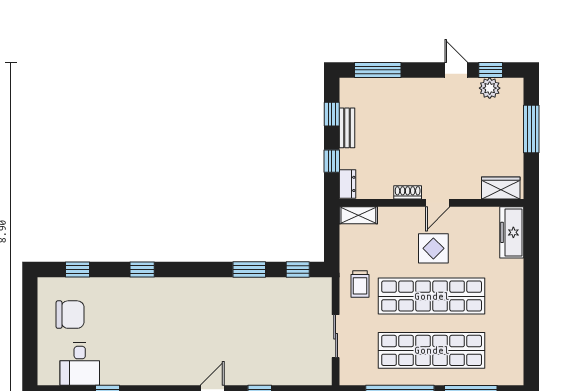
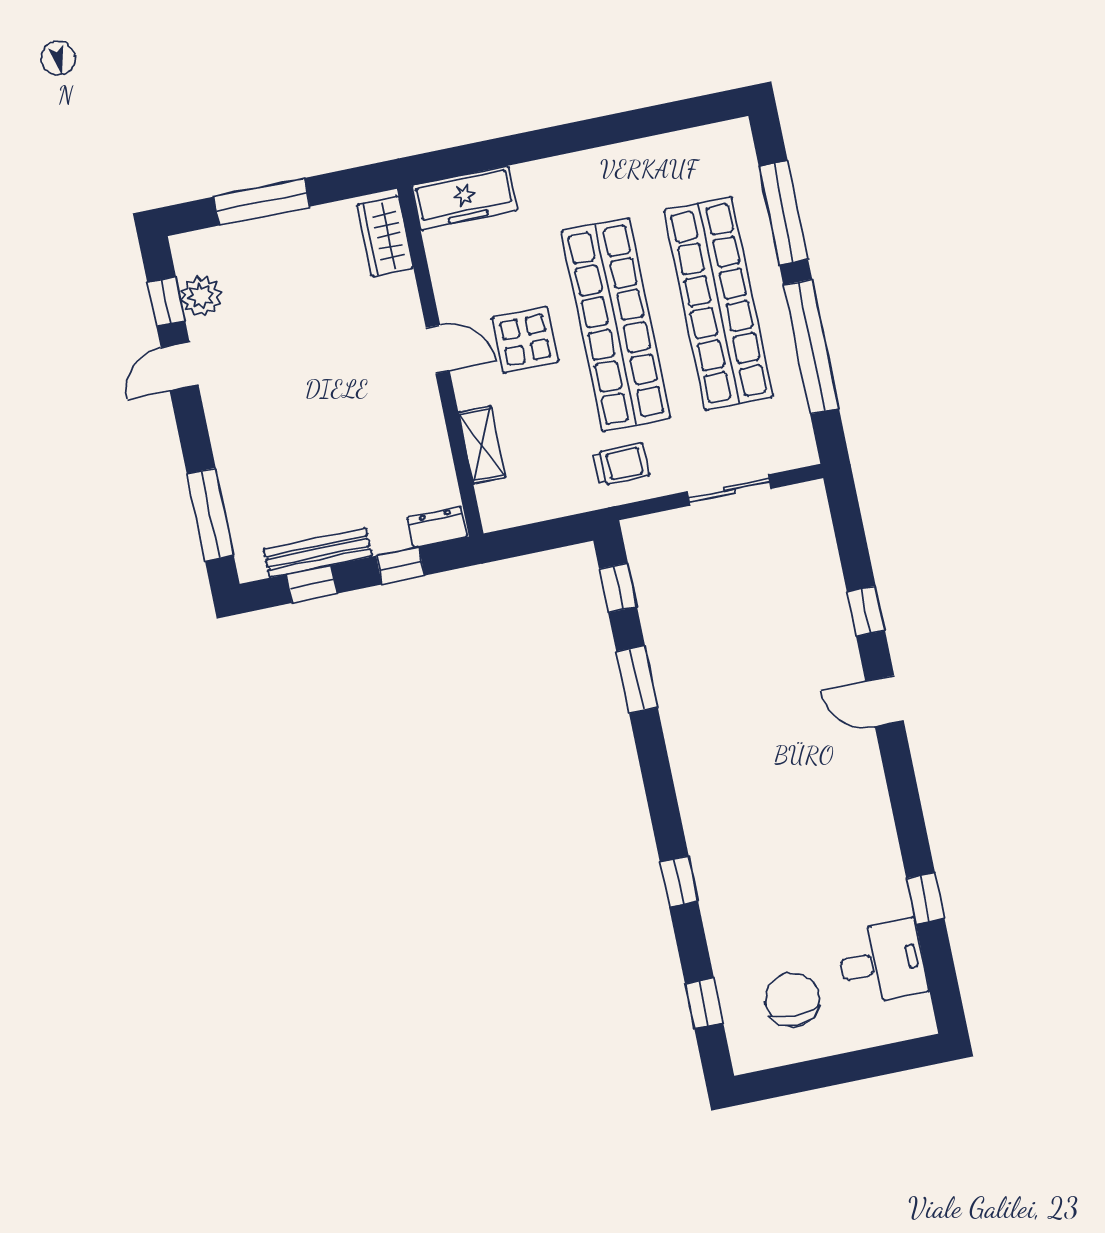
bench: (347, 128) -> (318, 553), width x1.36
shoe rack: (408, 192) -> (430, 410), removed
shelving: (358, 215) -> (482, 445), moved

